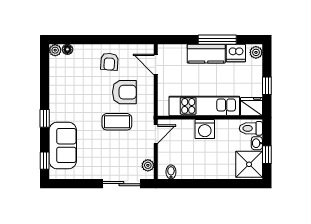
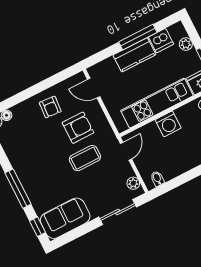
plant: (256, 52) -> (186, 44), moved
window: (45, 118) -> (18, 189), width x2.17
sofa: (63, 146) -> (65, 218), moved, turned -90

